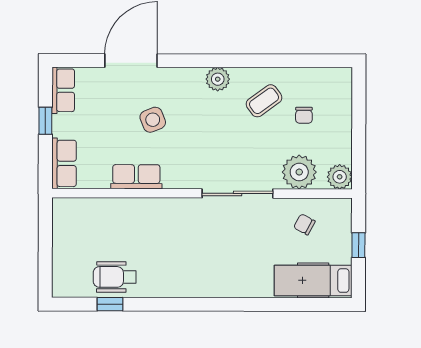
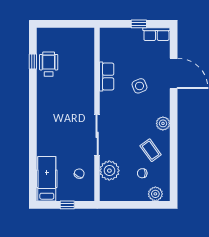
row of seats: (64, 163) -> (114, 35), removed
plant: (340, 177) -> (155, 194), moved

